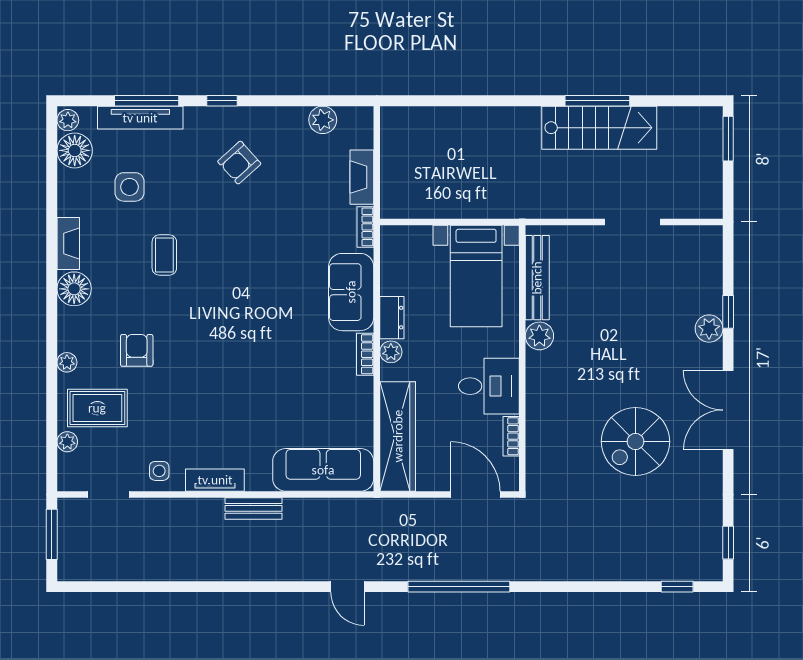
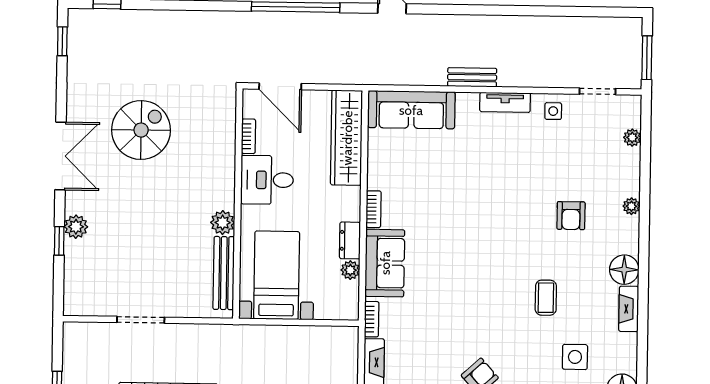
plant: (391, 352) -> (350, 270), moved
rug: (97, 408) -> (606, 166), removed

